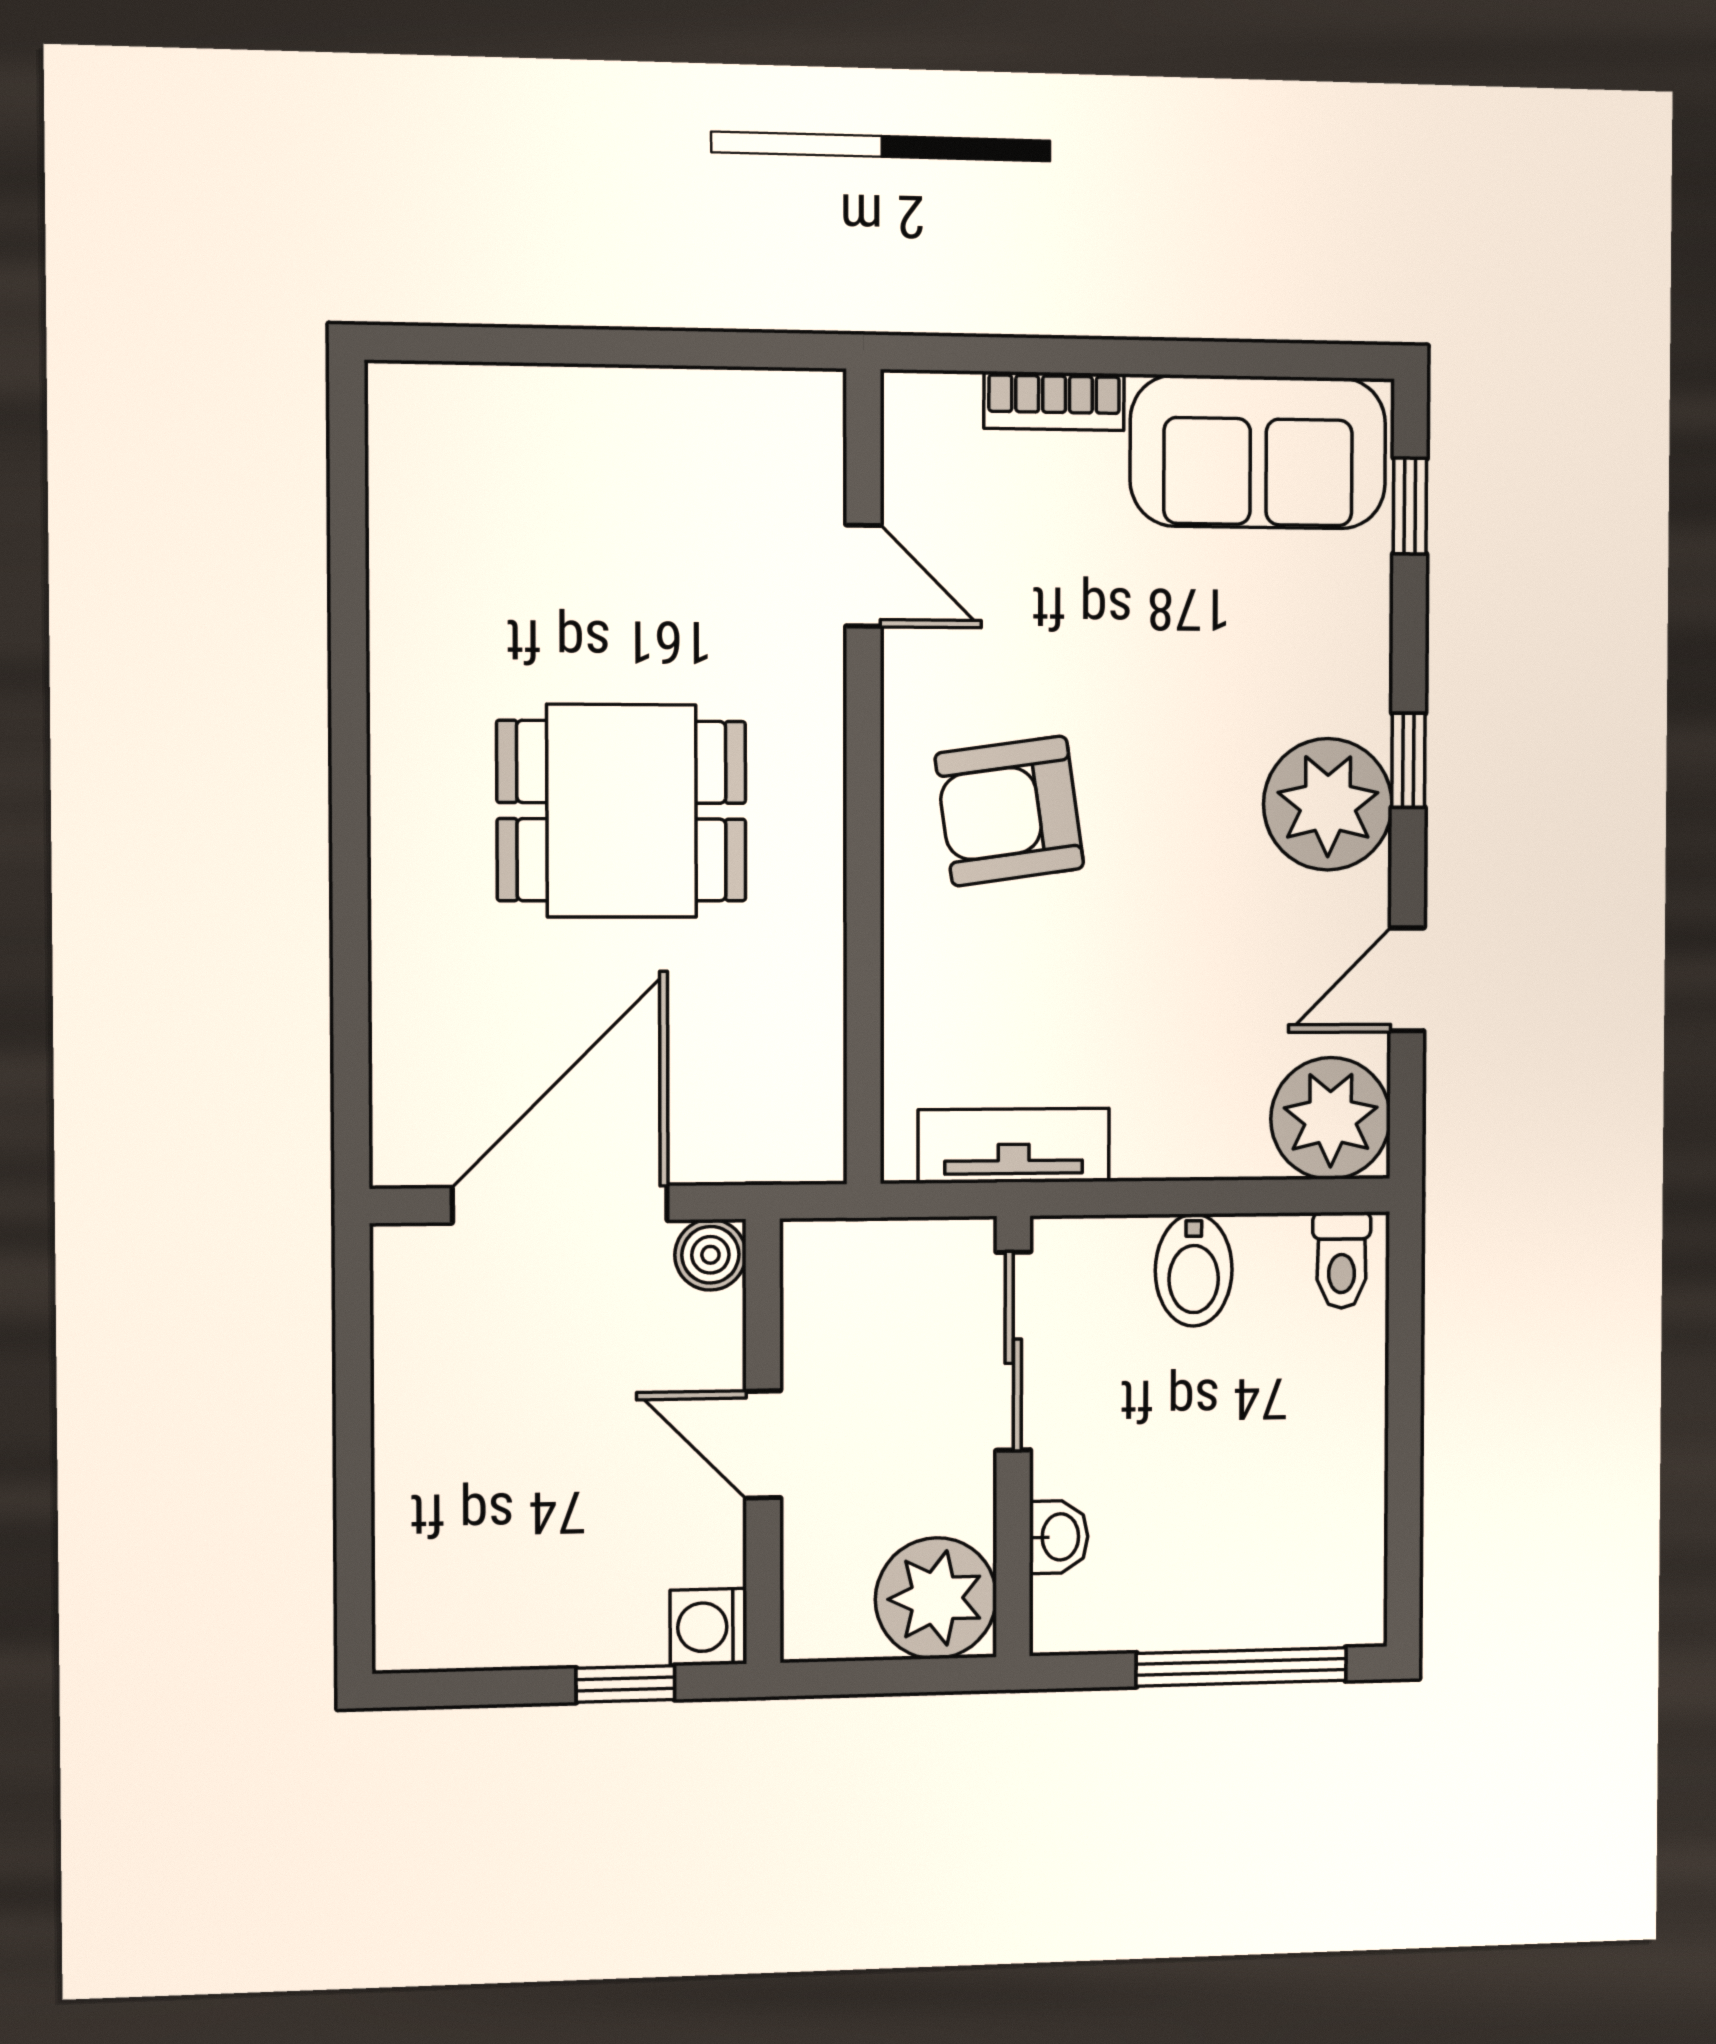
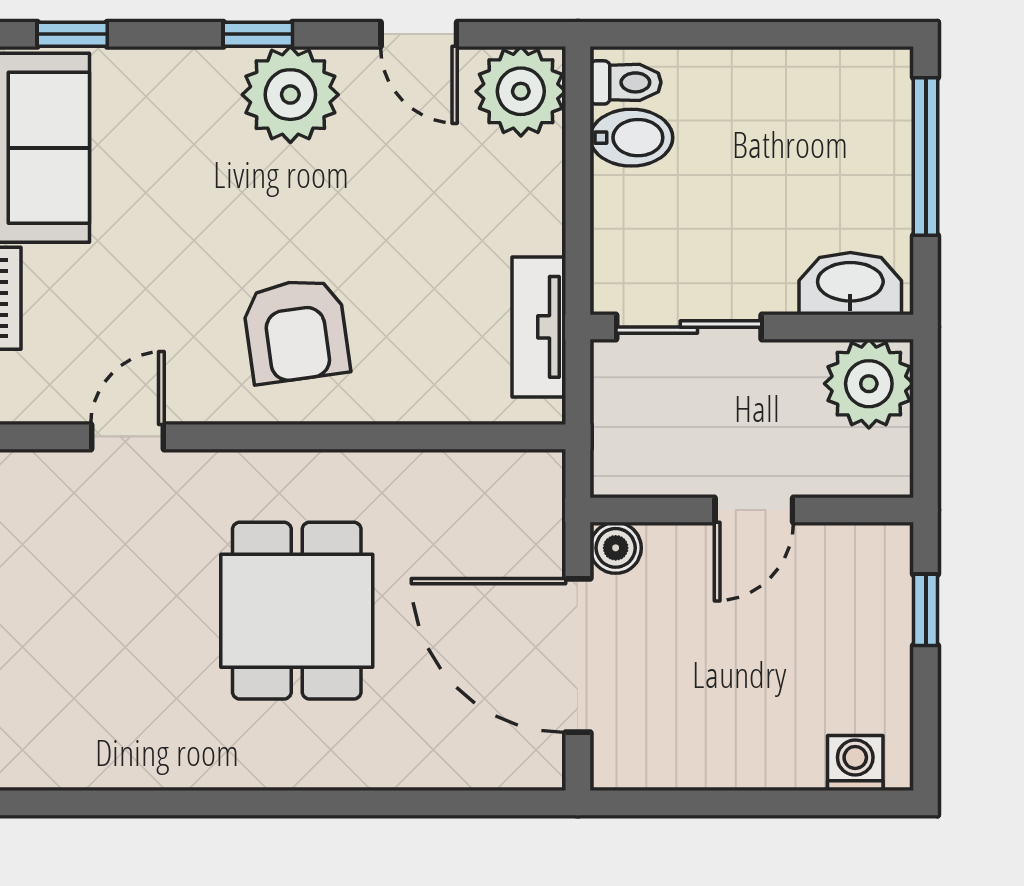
bidet: (1194, 1270) -> (631, 138), moved
washbasin: (1059, 1537) -> (850, 284), width x1.91, depth x1.45
washing machine: (708, 1627) -> (855, 763), moved, turned 180

